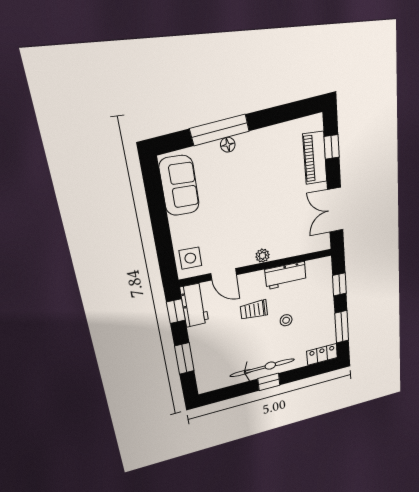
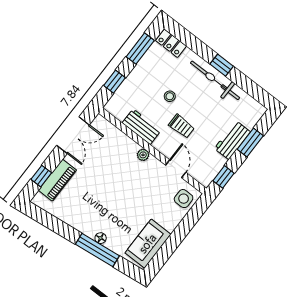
workbench: (194, 305) -> (232, 140), moved

